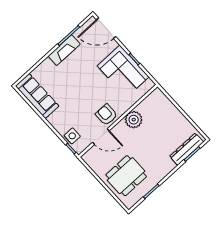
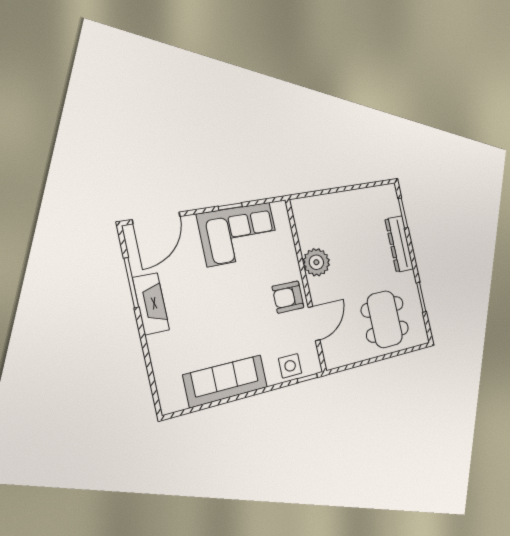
sofa: (37, 96) -> (226, 381), moved
dresser: (187, 149) -> (399, 244), moved

